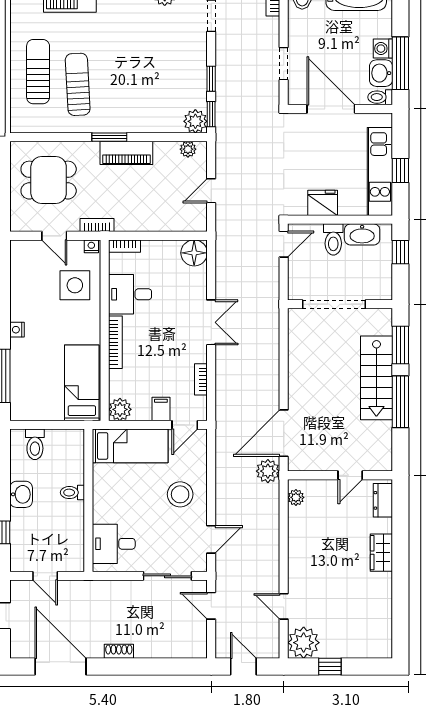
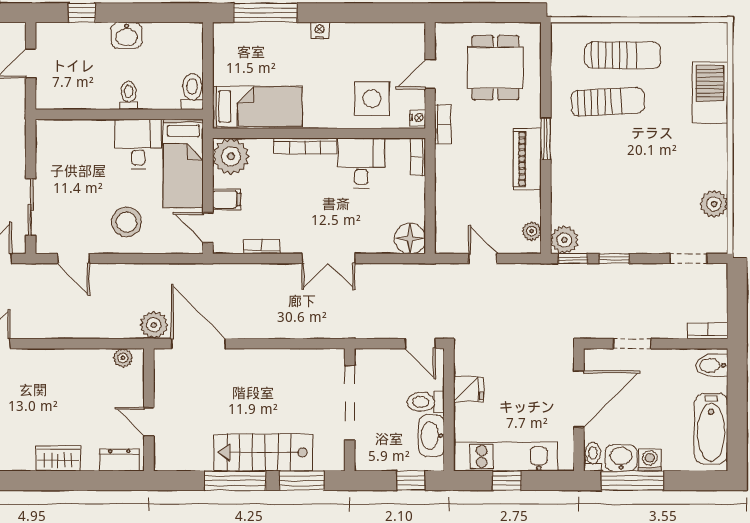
fridge: (323, 203) -> (469, 389), width x0.72
plant: (120, 409) -> (231, 156), width x1.36, depth x1.36
toilet: (35, 444) -> (192, 92), moved, turned 90
desk: (114, 544) -> (138, 144), moved

